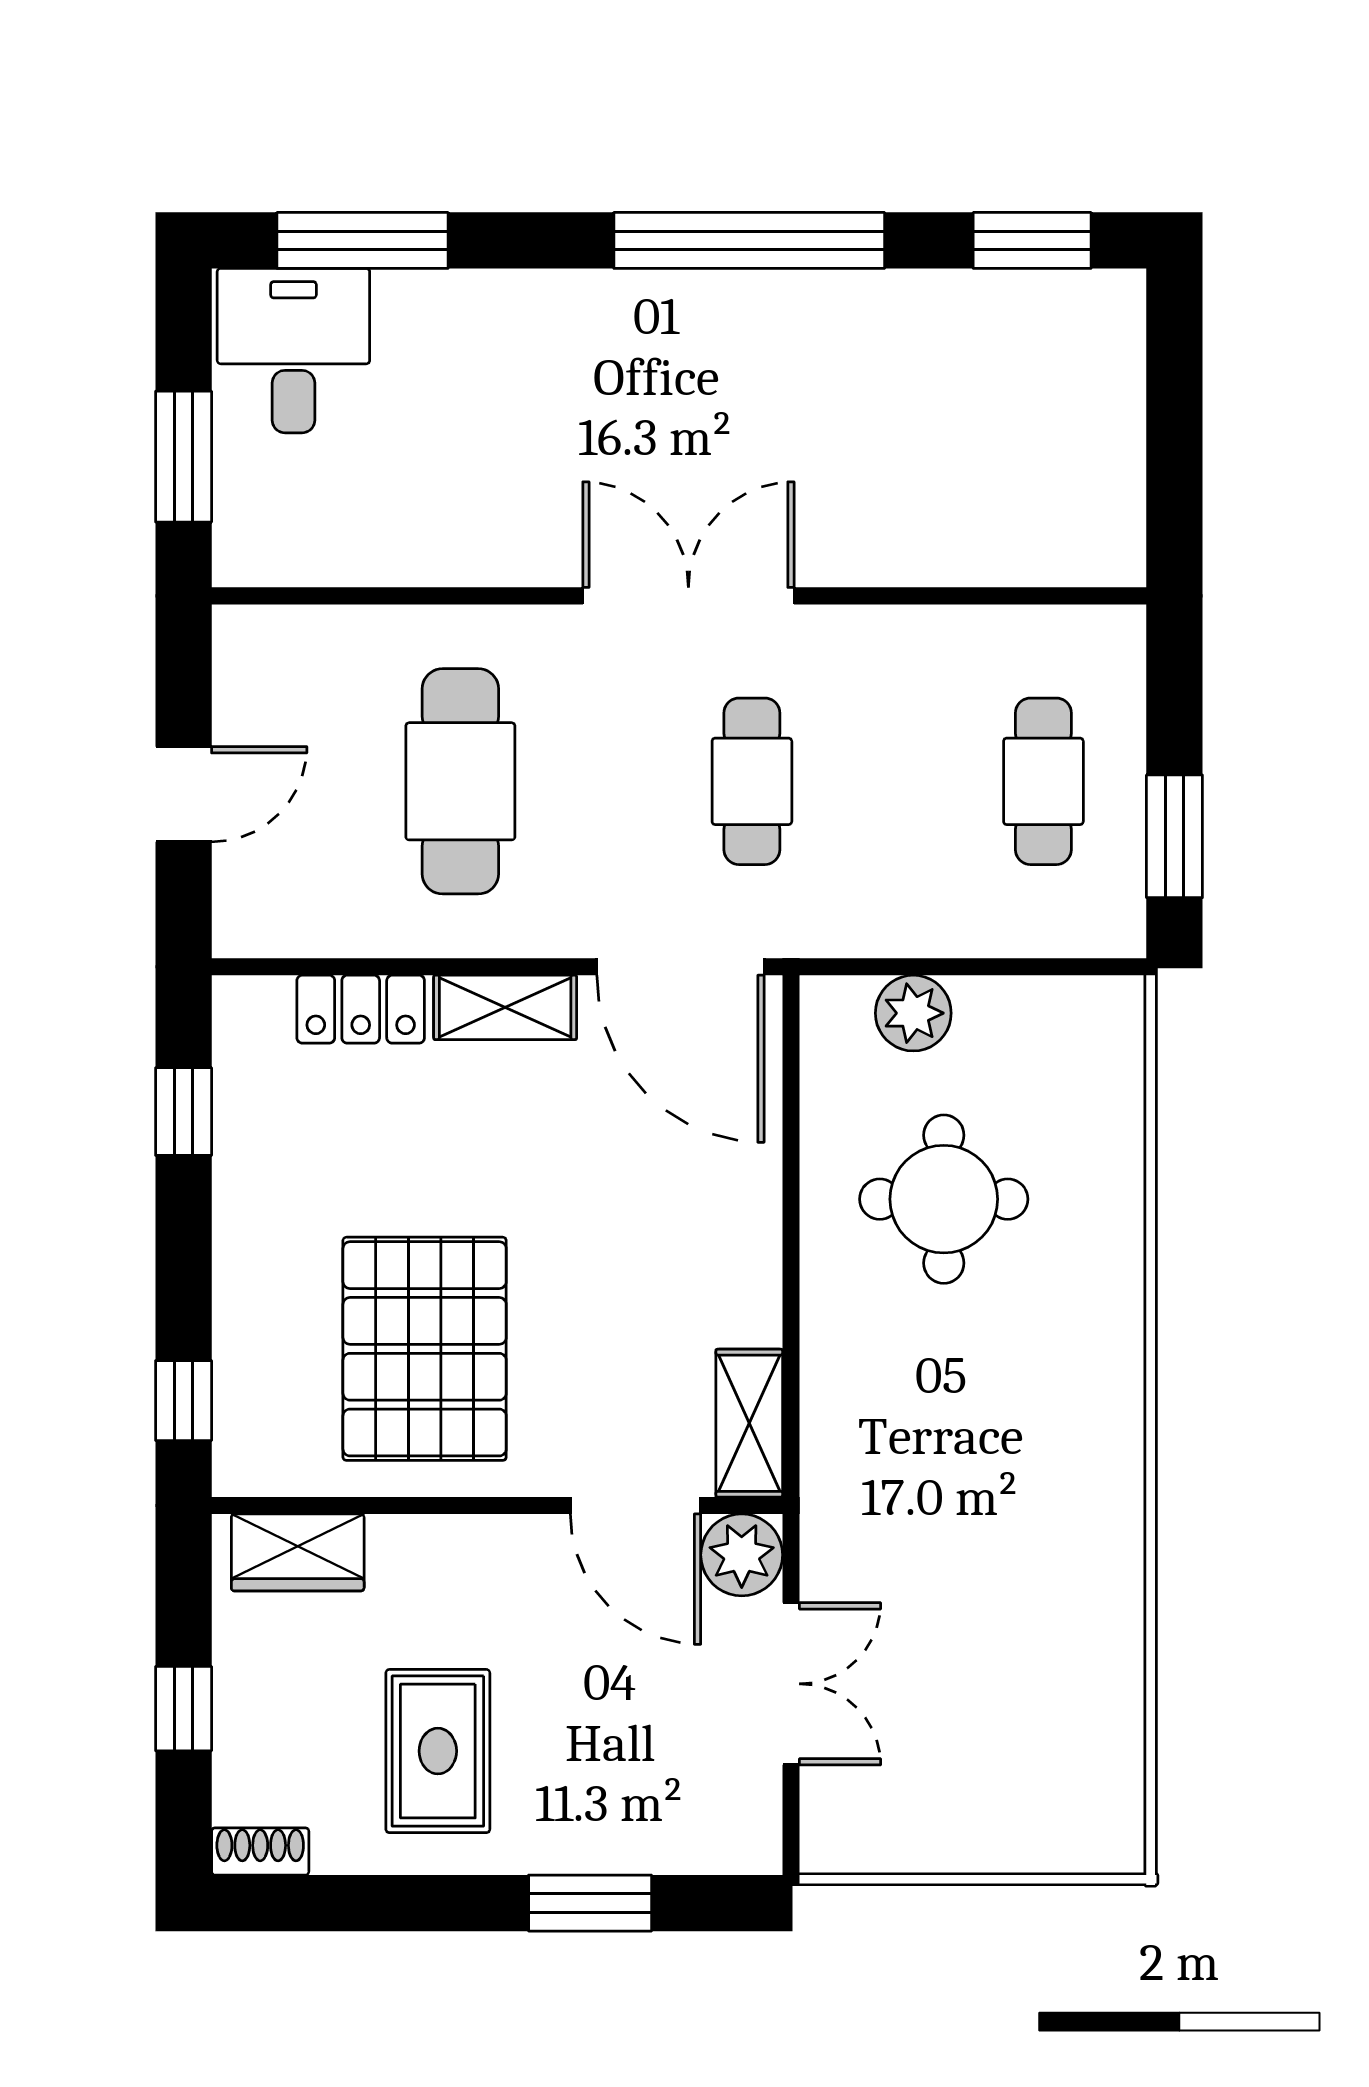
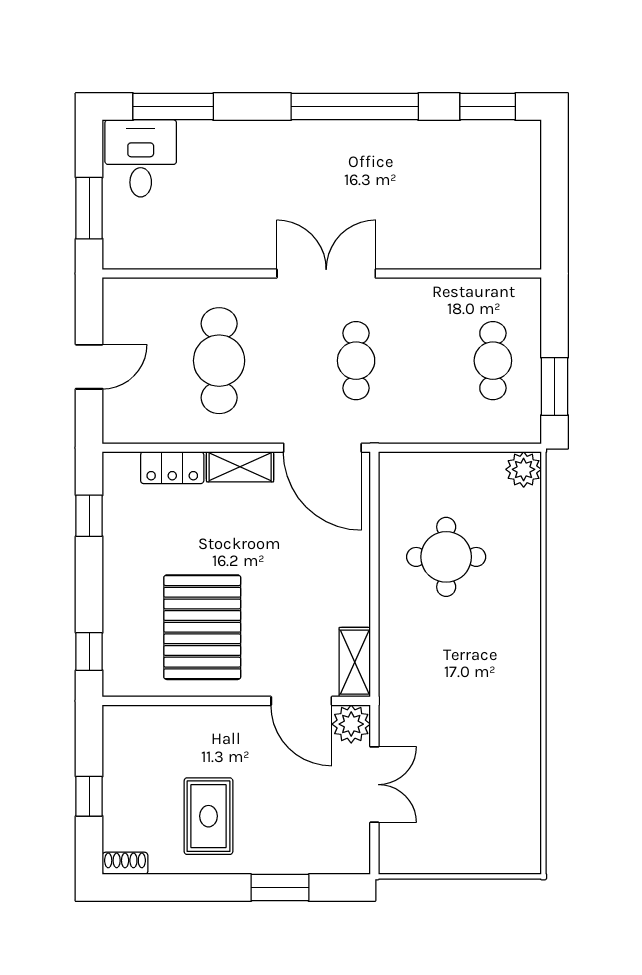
plant: (913, 1013) -> (524, 469), moved
wardrobe: (298, 1552) -> (143, 723), removed

